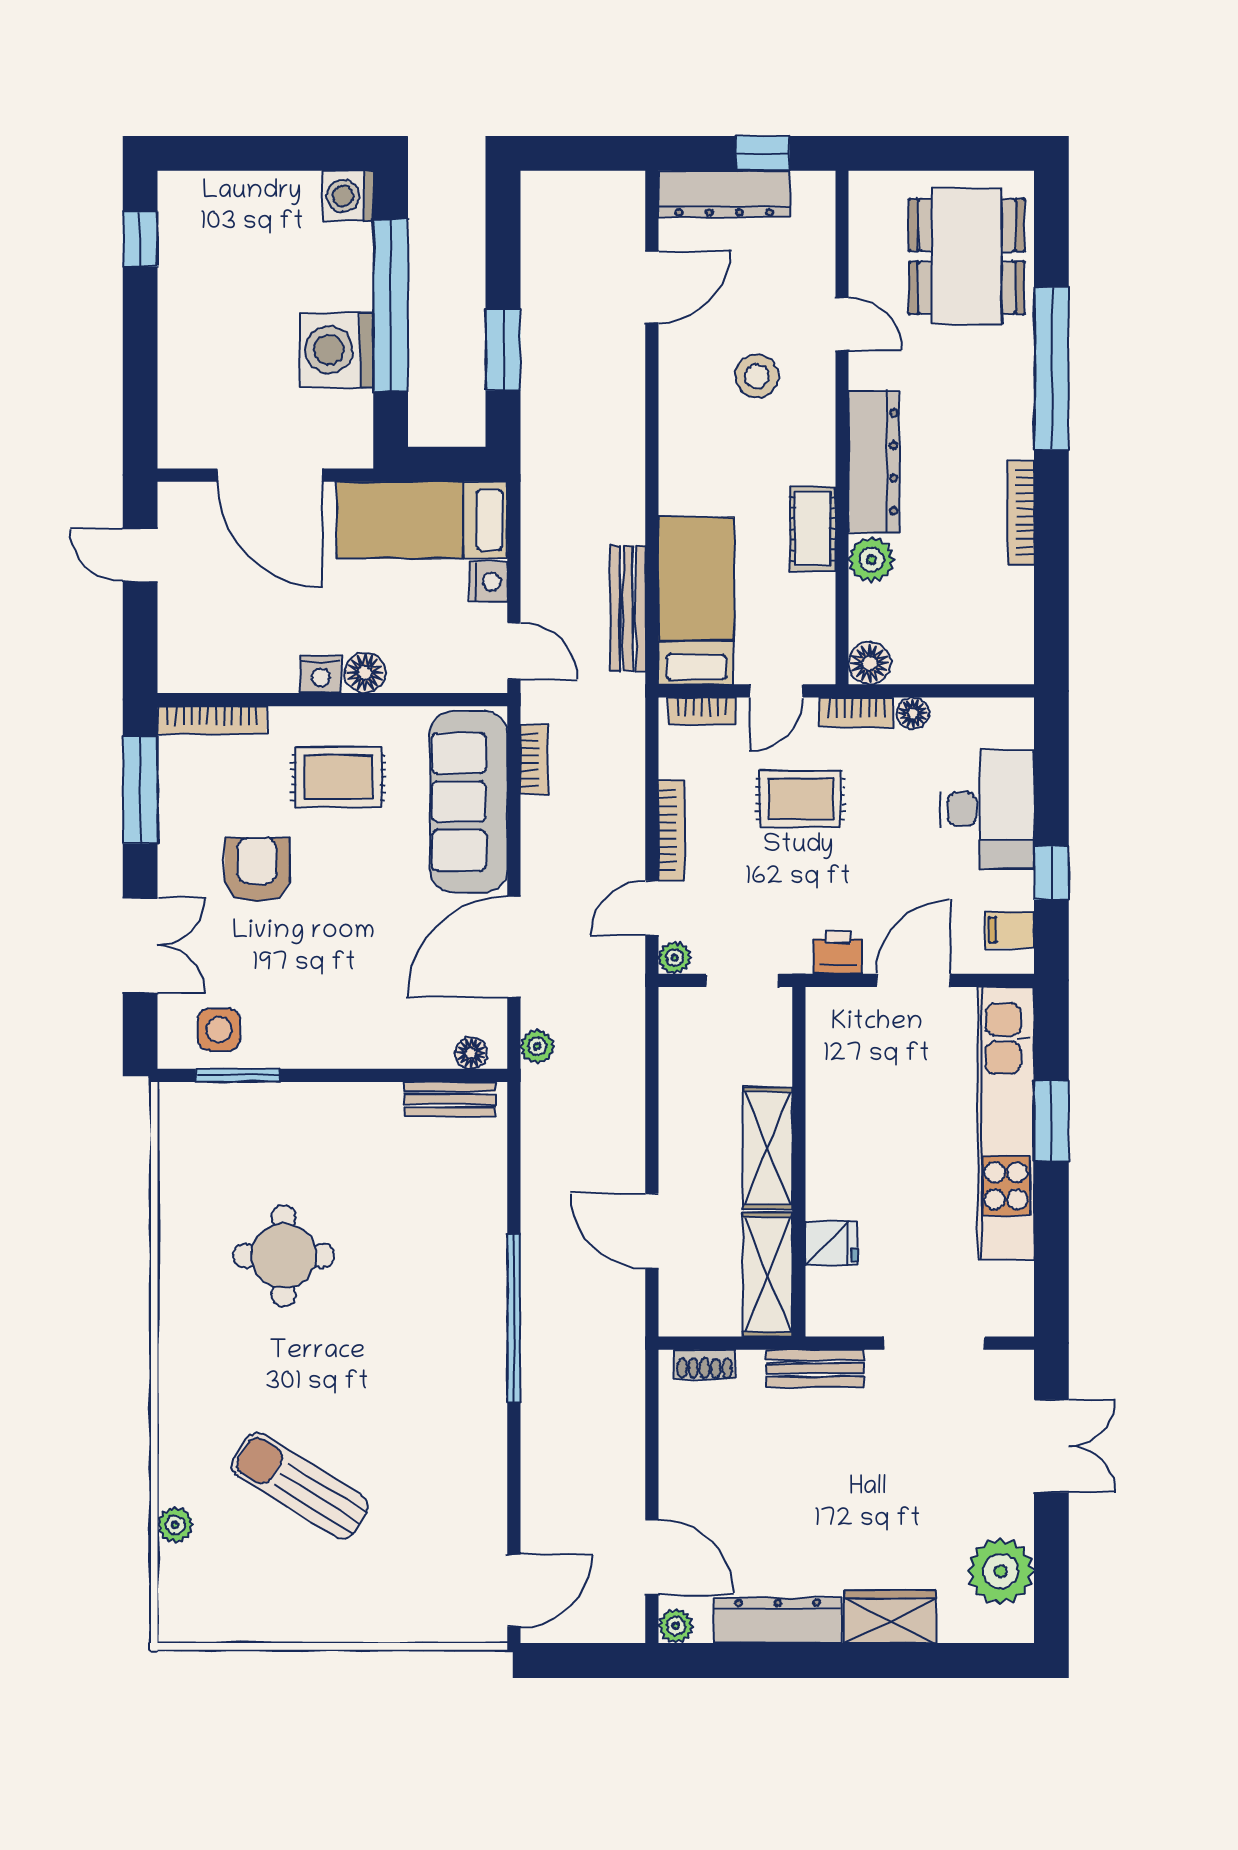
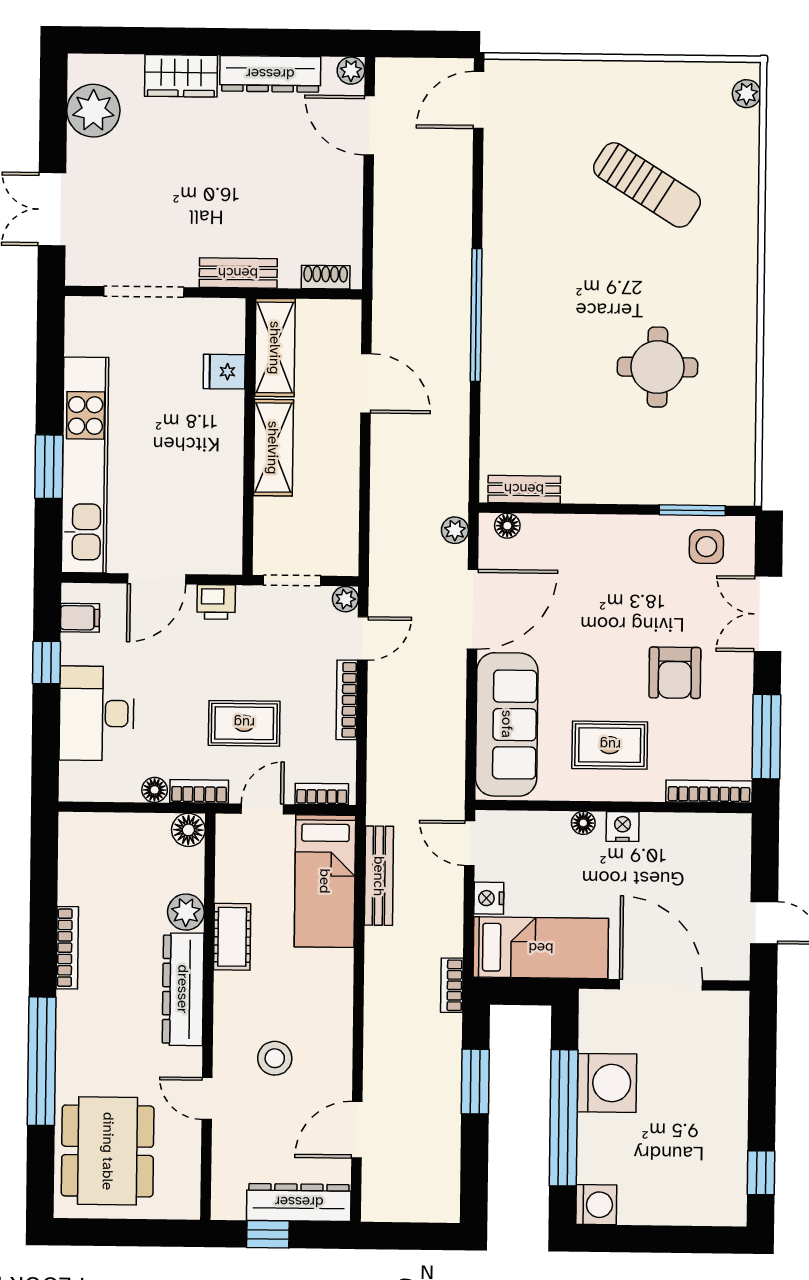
floor lamp: (365, 673) -> (583, 823), width x0.73, depth x0.73
bookcase: (534, 760) -> (452, 985), moved
plant: (175, 1525) -> (747, 94), moved

